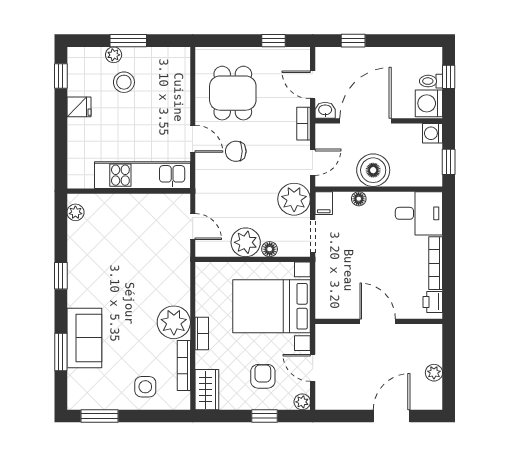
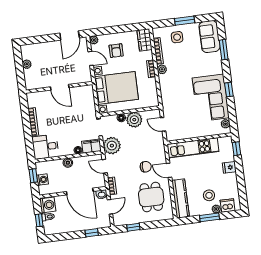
dishwasher: (91, 59) -> (228, 205), added
window: (61, 76) -> (237, 149), moved
kitchen counter: (178, 83) -> (180, 199), added
door: (313, 85) -> (110, 207), hinge flipped
fridge: (79, 107) -> (229, 167), moved
door: (365, 121) -> (80, 192), hinge flipped
washing machine: (433, 133) -> (42, 180), moved
door: (313, 162) -> (105, 166), hinge flipped
boiler: (373, 170) -> (68, 163), width x0.54, depth x0.54
filing cabinet: (324, 203) -> (91, 146), width x2.00
corner sofa: (97, 264) -> (211, 98), added
printer: (433, 302) -> (32, 101), removed
plant: (174, 322) -> (162, 69), width x0.53, depth x0.53
sofa: (84, 338) -> (209, 37), moved
window: (99, 416) -> (185, 21), moved
window: (264, 416) -> (113, 30), removed
door: (392, 416) -> (70, 36), moved

